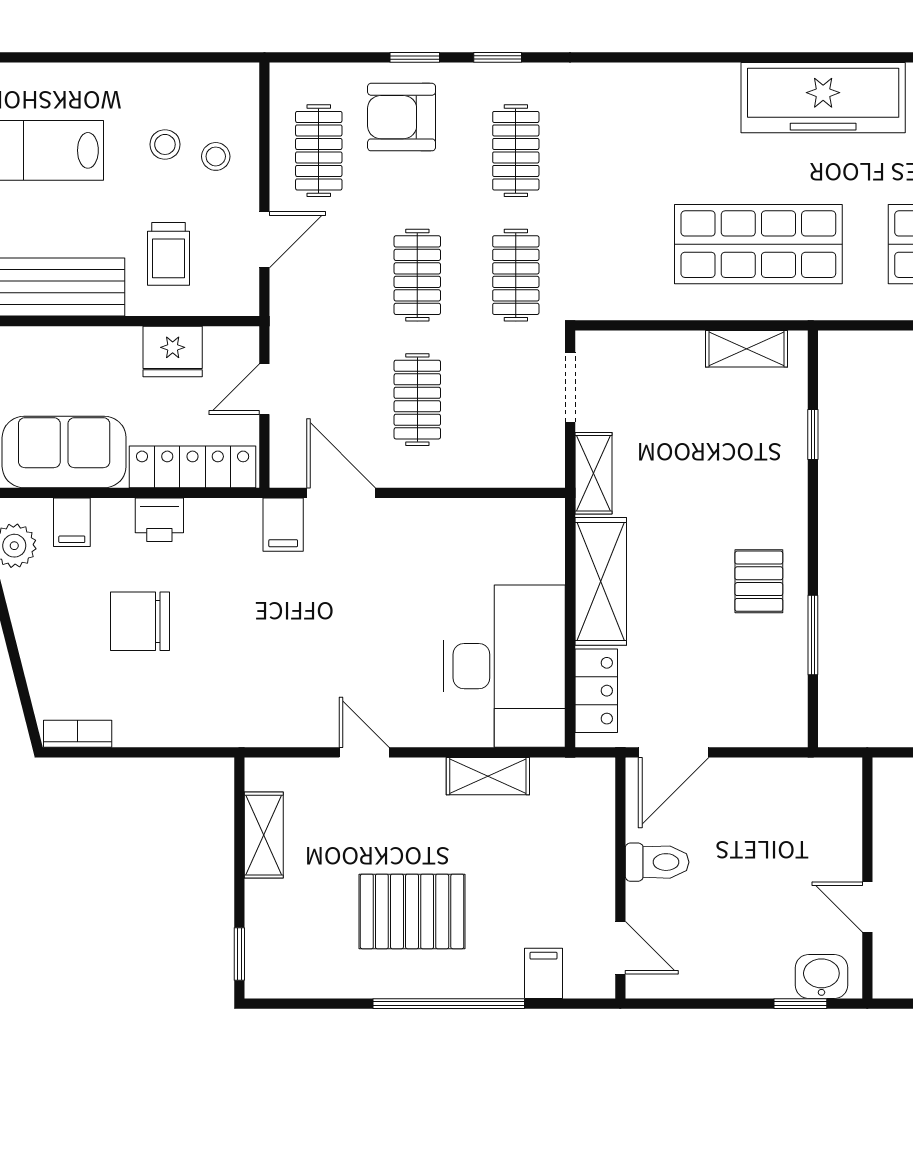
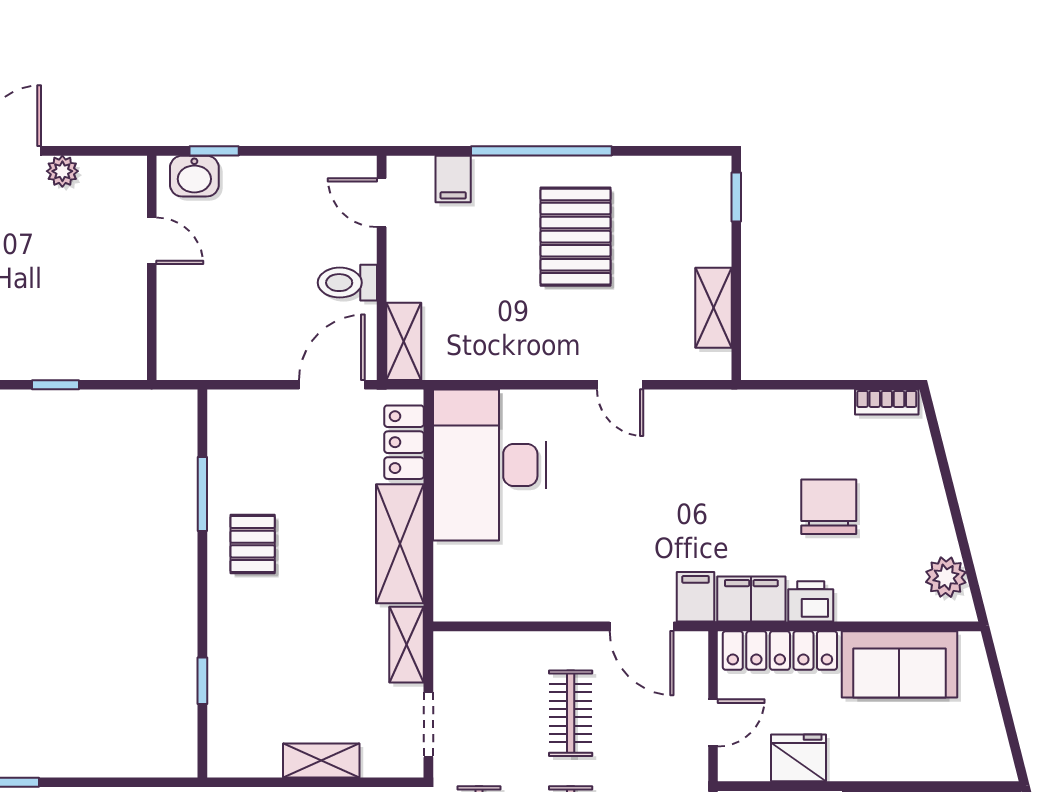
shelving: (747, 349) -> (321, 760), moved
filing cabinet: (72, 522) -> (751, 599), moved, width x2.00
chair: (140, 621) -> (829, 507), turned -90
shelving: (488, 776) -> (404, 341), moved, turned 90
pallet: (412, 911) -> (576, 237), turned 90

